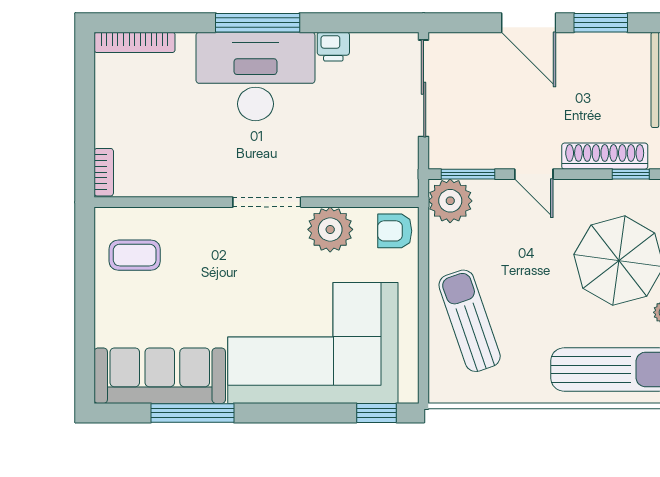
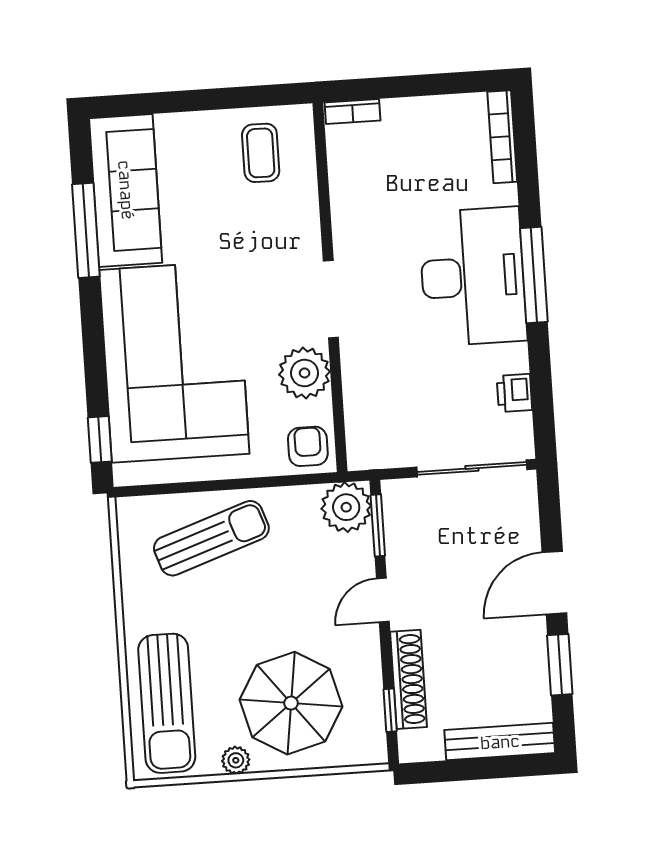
printer: (333, 47) -> (514, 393), moved

